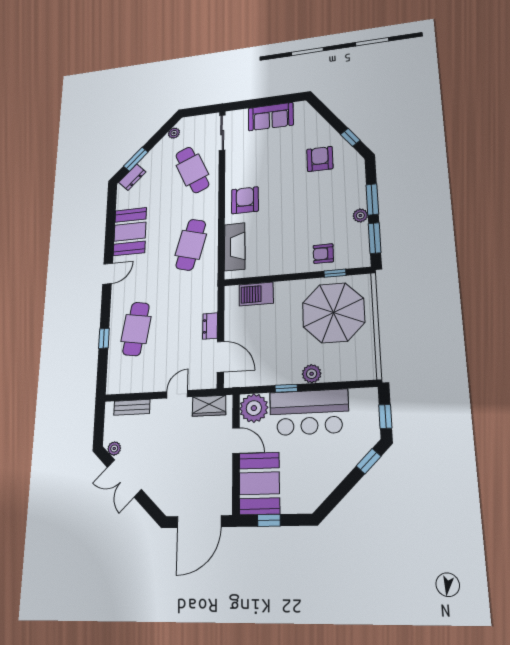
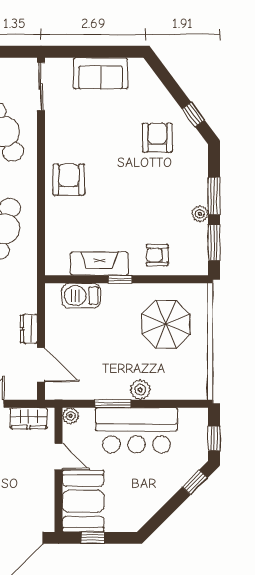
fireplace: (235, 247) -> (99, 264), moved, turned -90
window: (335, 273) -> (120, 279), moved
parasol: (333, 313) -> (166, 324), width x0.73, depth x0.73
window: (286, 388) -> (113, 404), width x1.50
plant: (254, 408) -> (71, 416), width x0.53, depth x0.53

